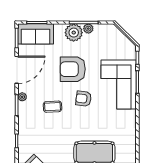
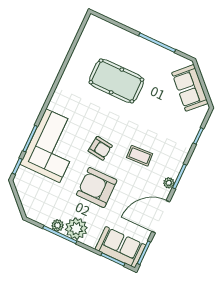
armchair: (73, 69) -> (97, 188), turned 180

